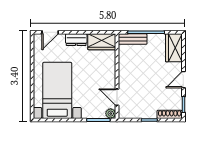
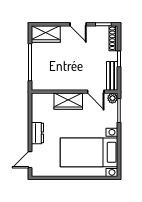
door: (50, 32) -> (30, 160), swing flipped
bench: (133, 39) -> (112, 76), moved
wardrobe: (102, 42) -> (68, 101), moved, turned 90
door: (117, 97) -> (96, 92), hinge flipped

